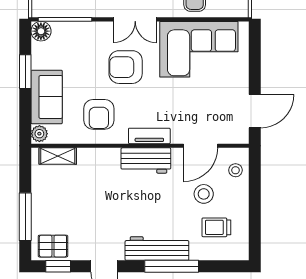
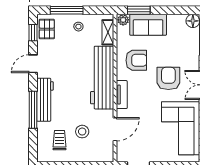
window: (25, 72) -> (139, 10), moved
armchair: (99, 114) -> (136, 60), turned 180
door: (200, 146) -> (115, 129), swing flipped
workbench: (146, 160) -> (102, 78), width x1.88, depth x1.32
stool: (236, 170) -> (78, 27), moved

